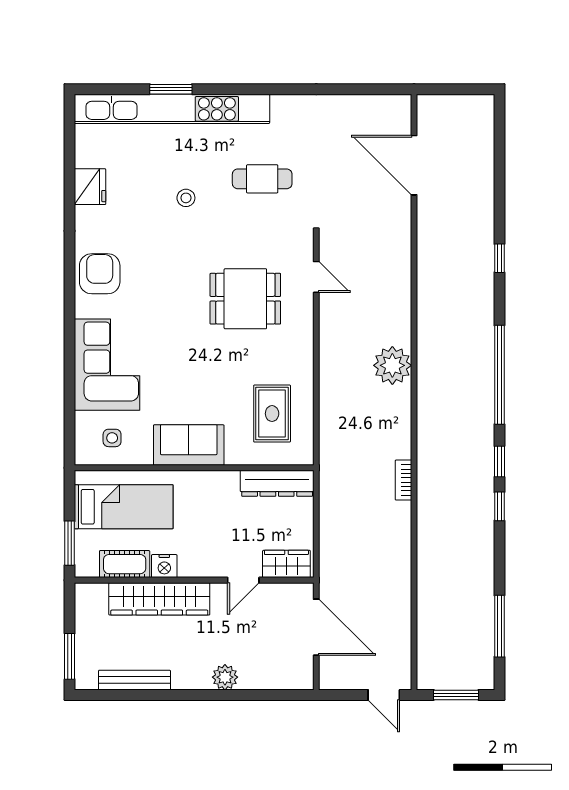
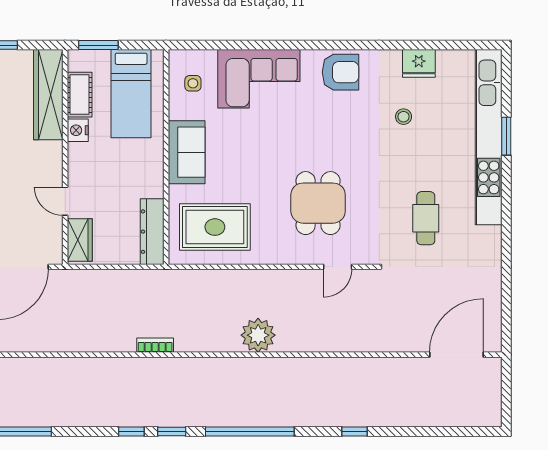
door: (414, 165) -> (456, 355), moved
stool: (186, 198) -> (404, 117), moved
rug: (272, 414) -> (215, 227), width x1.36, depth x1.43
wardrobe: (159, 599) -> (48, 95), moved

